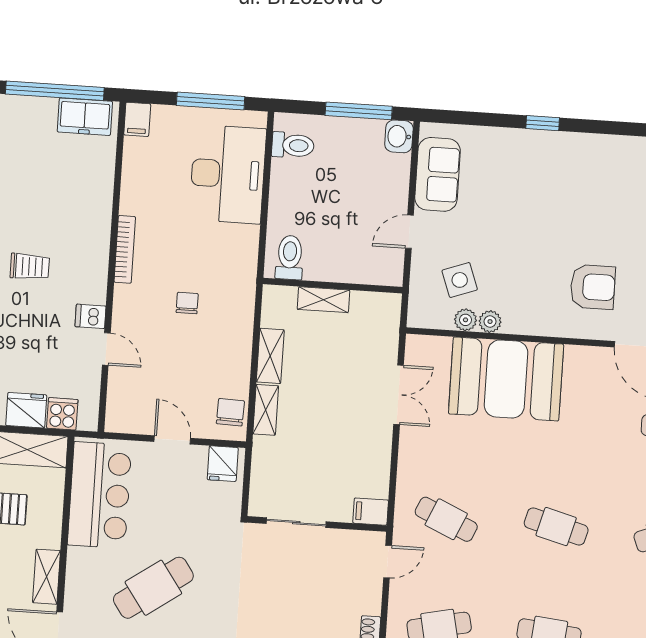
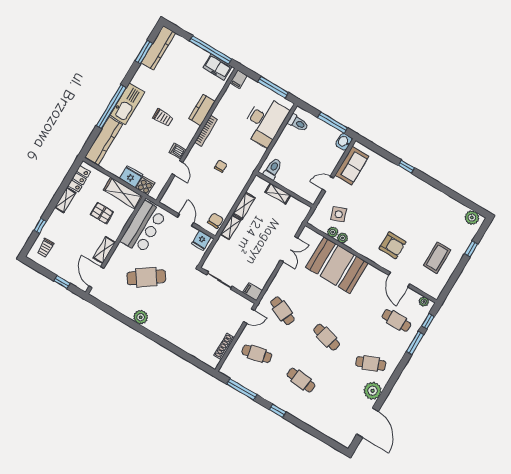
kitchen counter: (97, 214) -> (202, 110), added

